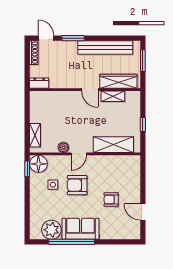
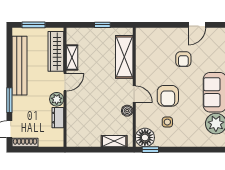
plant: (74, 82) -> (57, 99), added
dresser: (39, 83) -> (58, 118), moved

